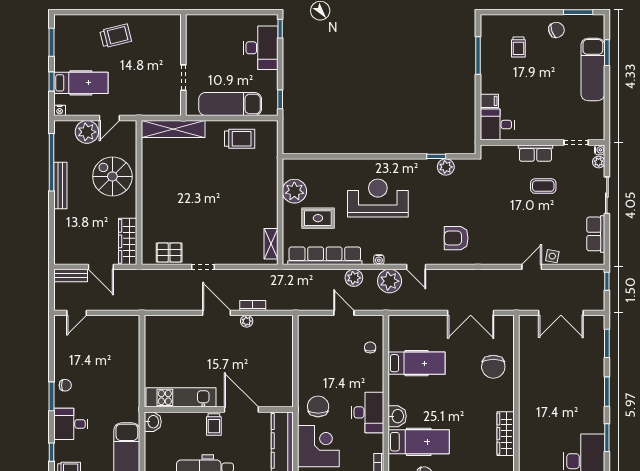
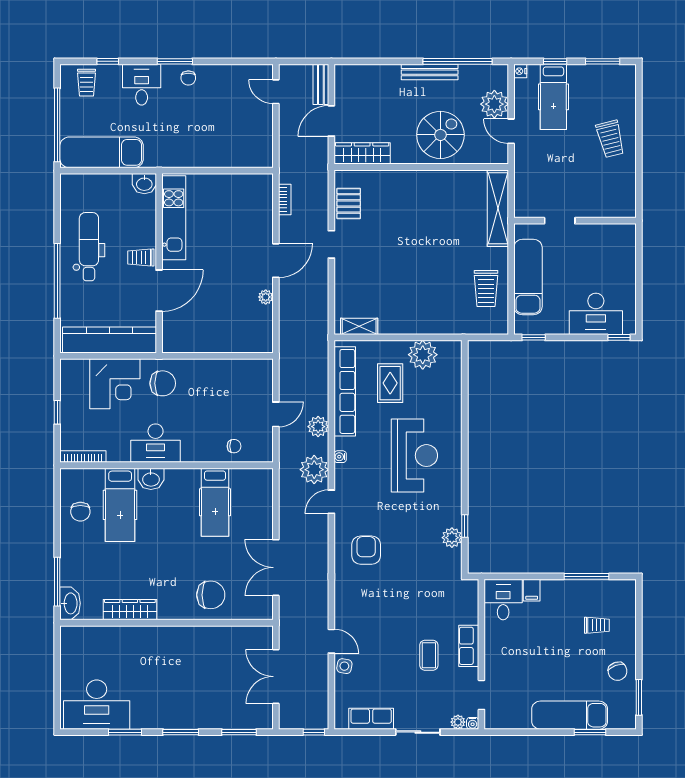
trolley: (518, 47) -> (597, 625), turned 180
bookcase: (253, 305) -> (285, 199), moved
chair: (493, 367) -> (211, 595), turned 180

